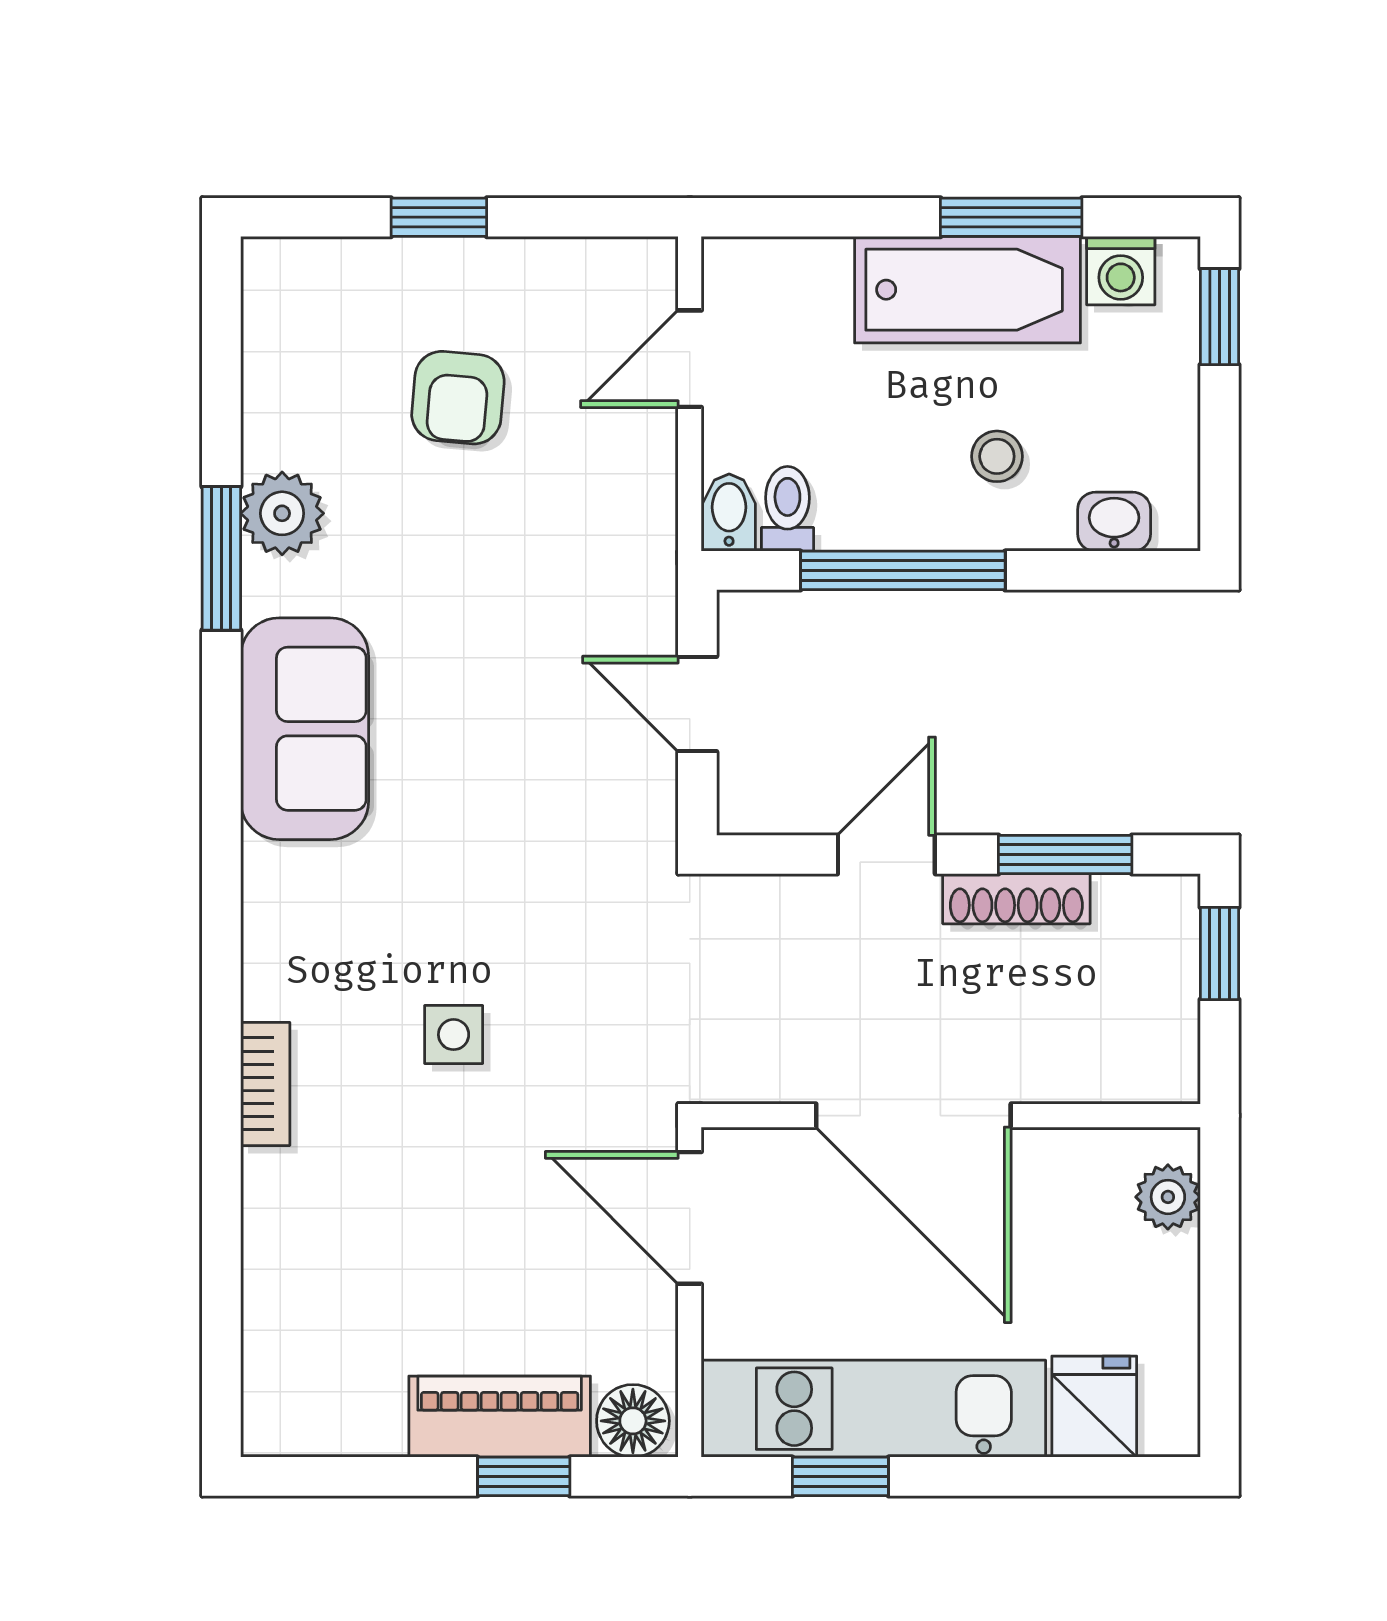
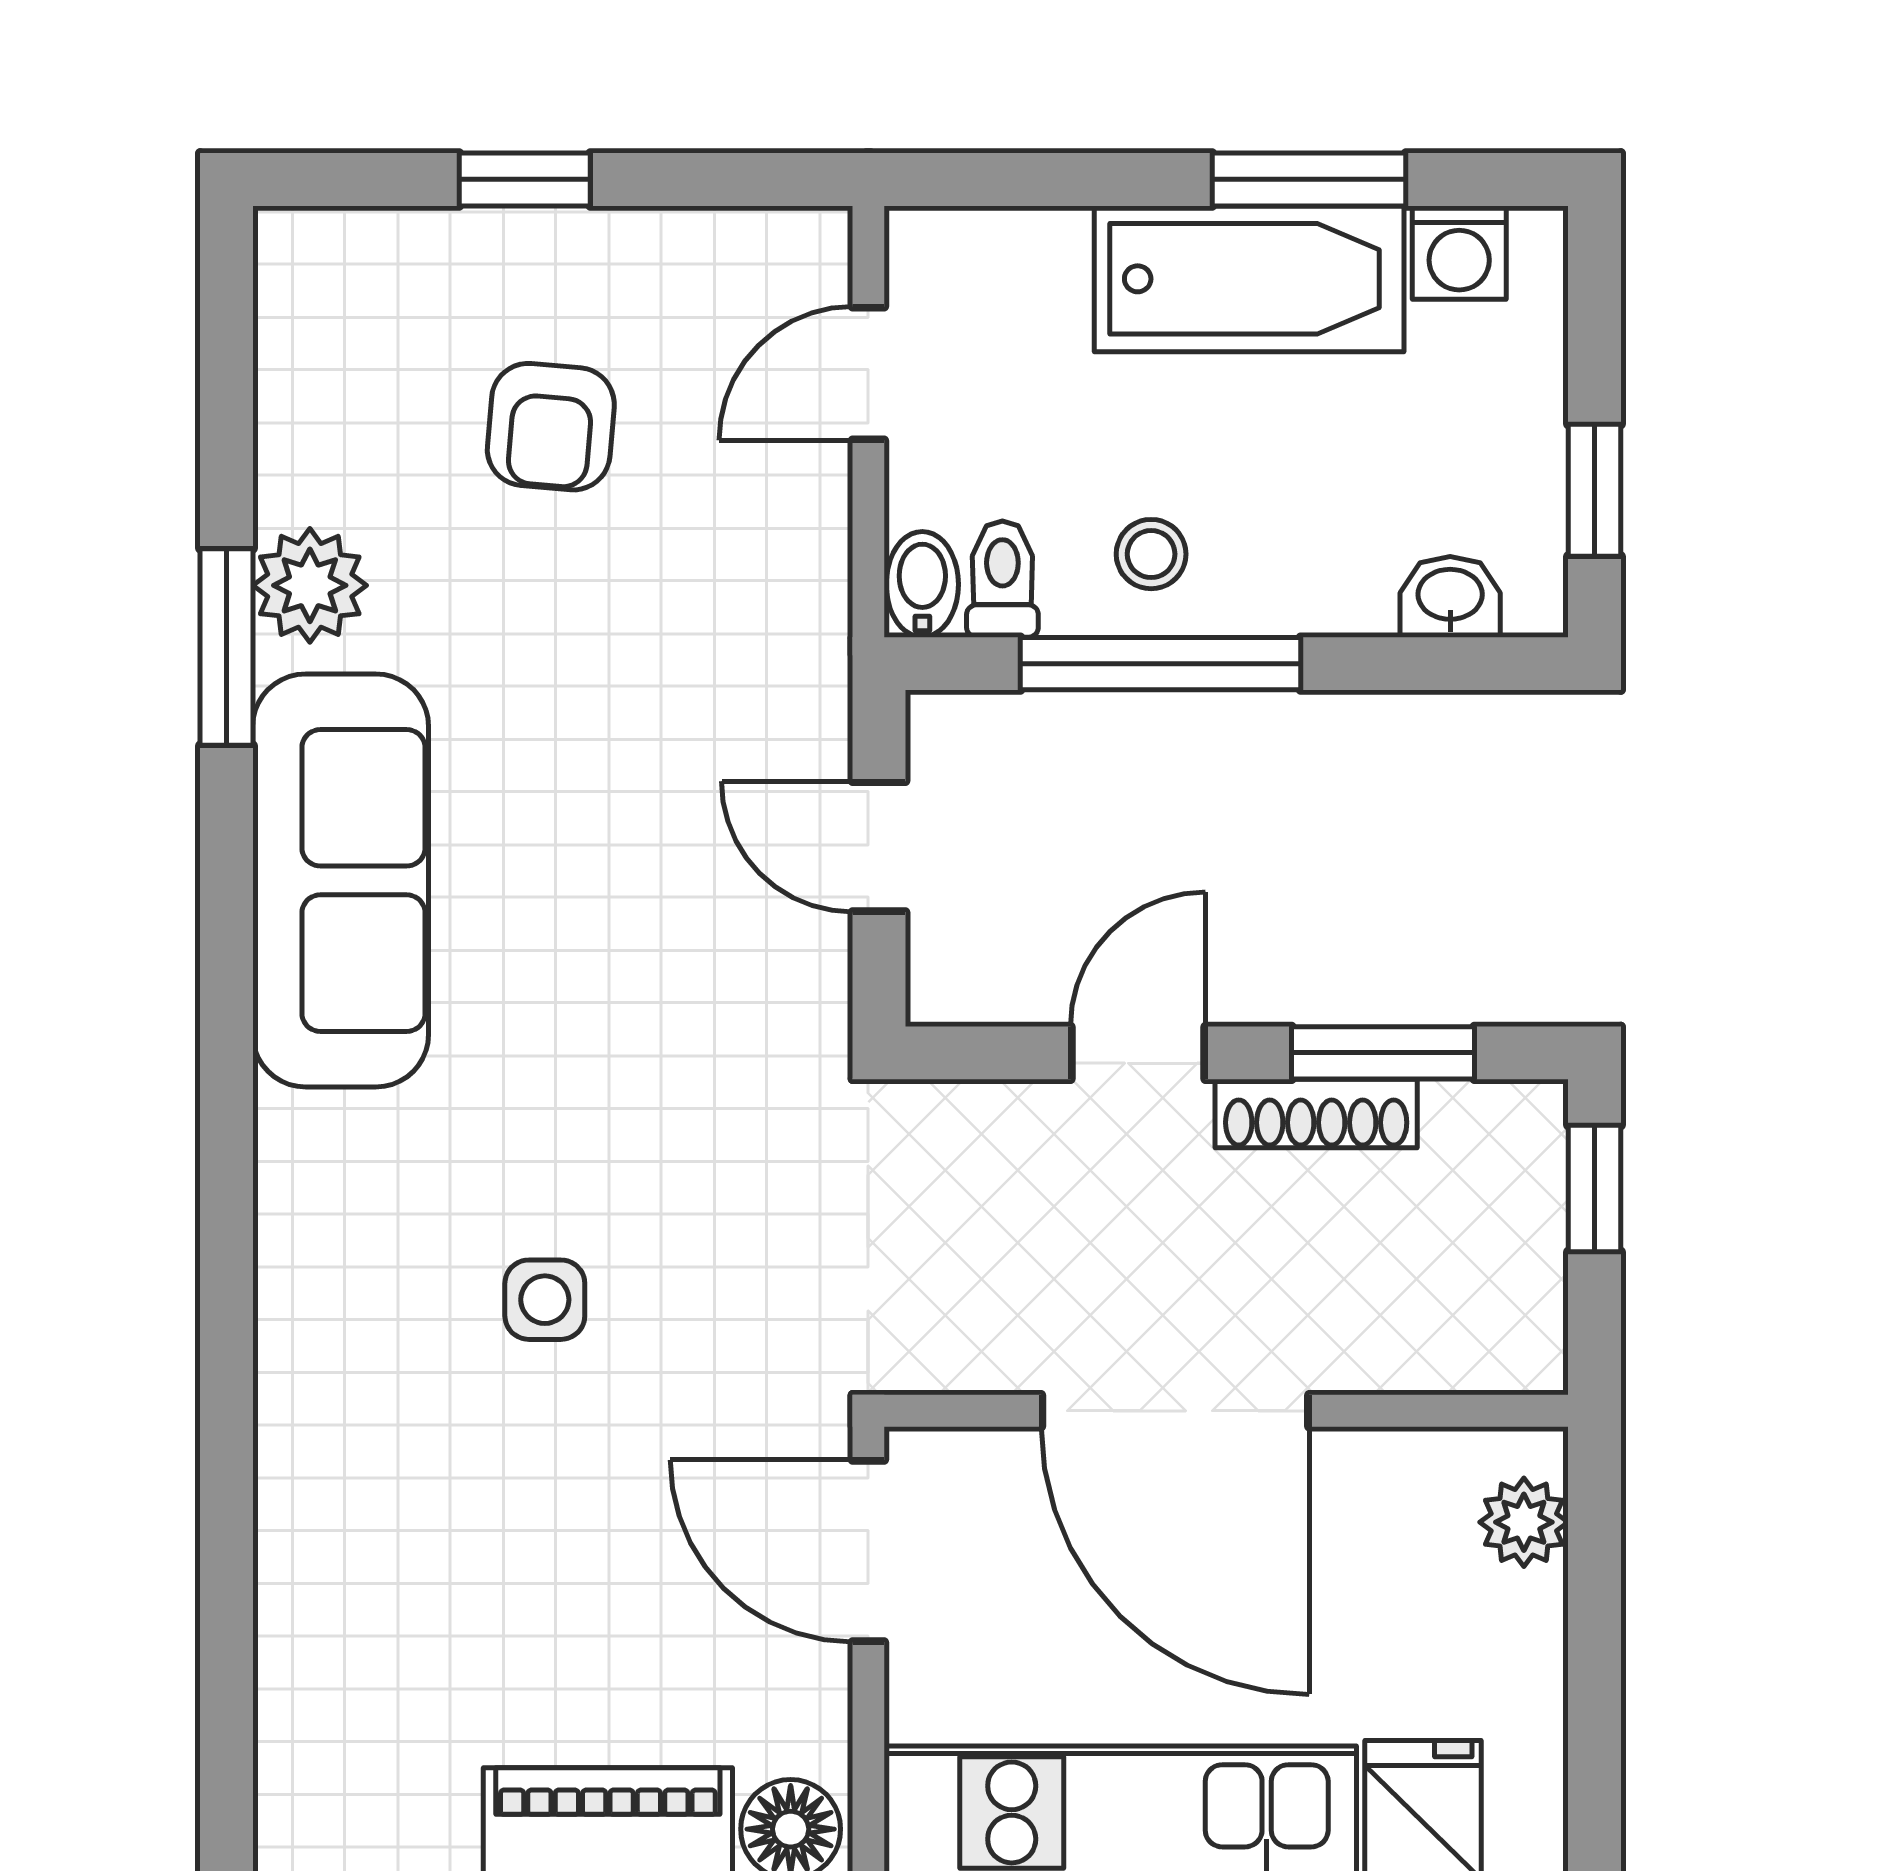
window: (1219, 317) -> (1595, 490), moved
stool: (997, 456) -> (1151, 554), moved
sofa: (305, 729) -> (341, 880), width x1.36
bookcase: (265, 1084) -> (287, 1367), removed

